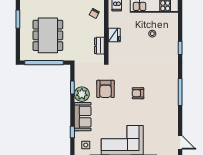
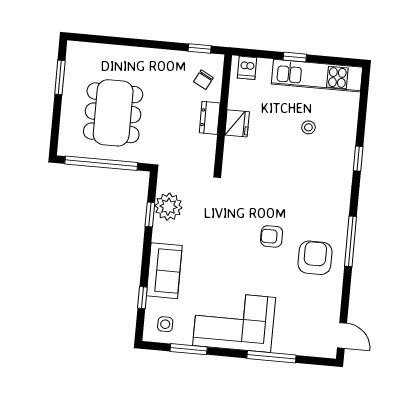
dresser: (99, 46) -> (210, 118), moved
armchair: (105, 89) -> (315, 258), moved, turned 180
plant: (82, 94) -> (168, 207), moved

